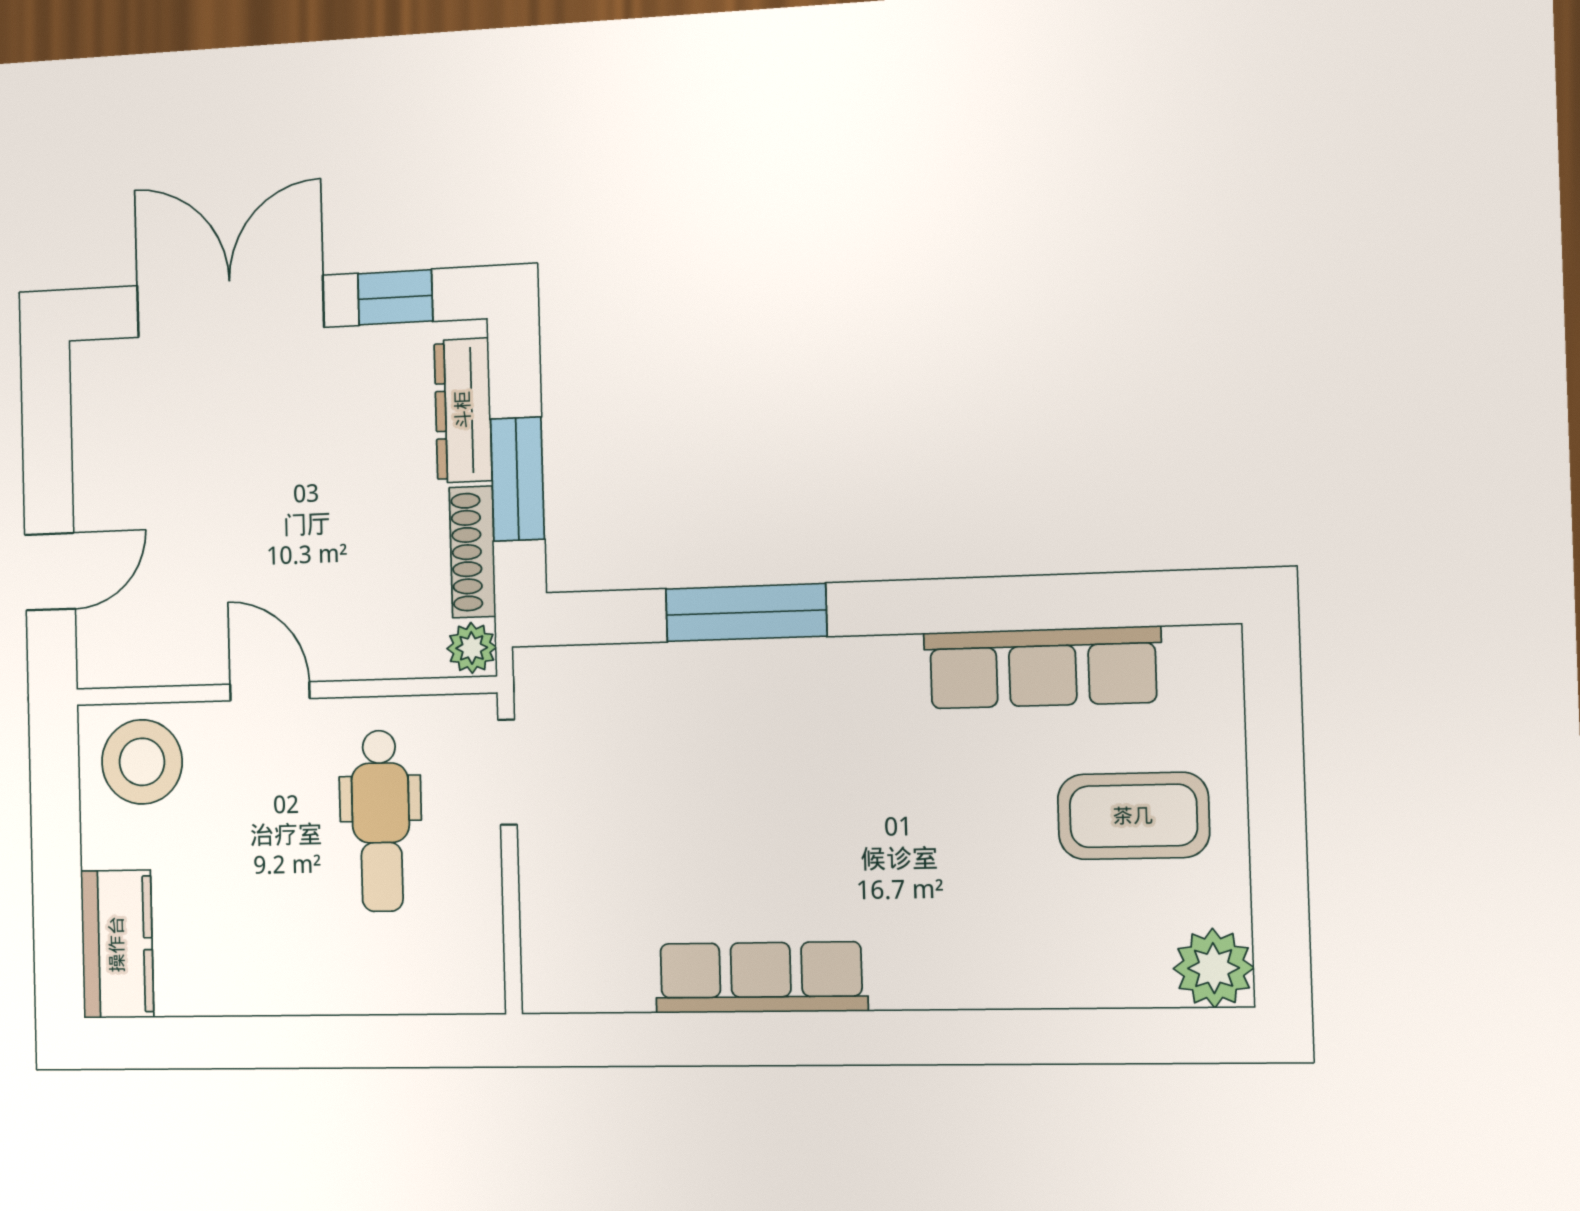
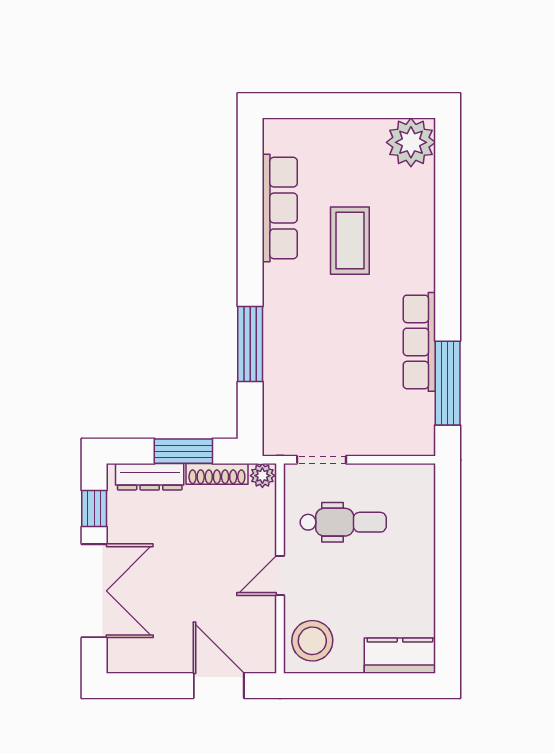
double door: (230, 306) -> (94, 591), swing flipped
door: (50, 572) -> (219, 686), width x1.37
coffee table: (1133, 816) -> (350, 241), moved
plant: (1214, 968) -> (411, 142), width x1.36, depth x1.36
window: (675, 1039) -> (448, 383), added

